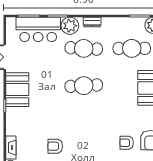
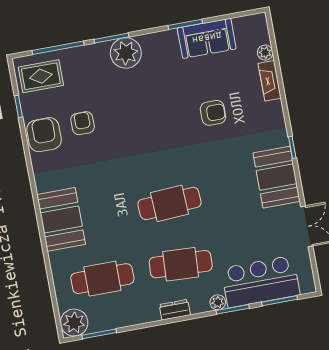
plant: (70, 26) -> (218, 302), width x0.53, depth x0.53
armchair: (127, 143) -> (83, 123), turned -90
armchair: (55, 146) -> (213, 113), moved

